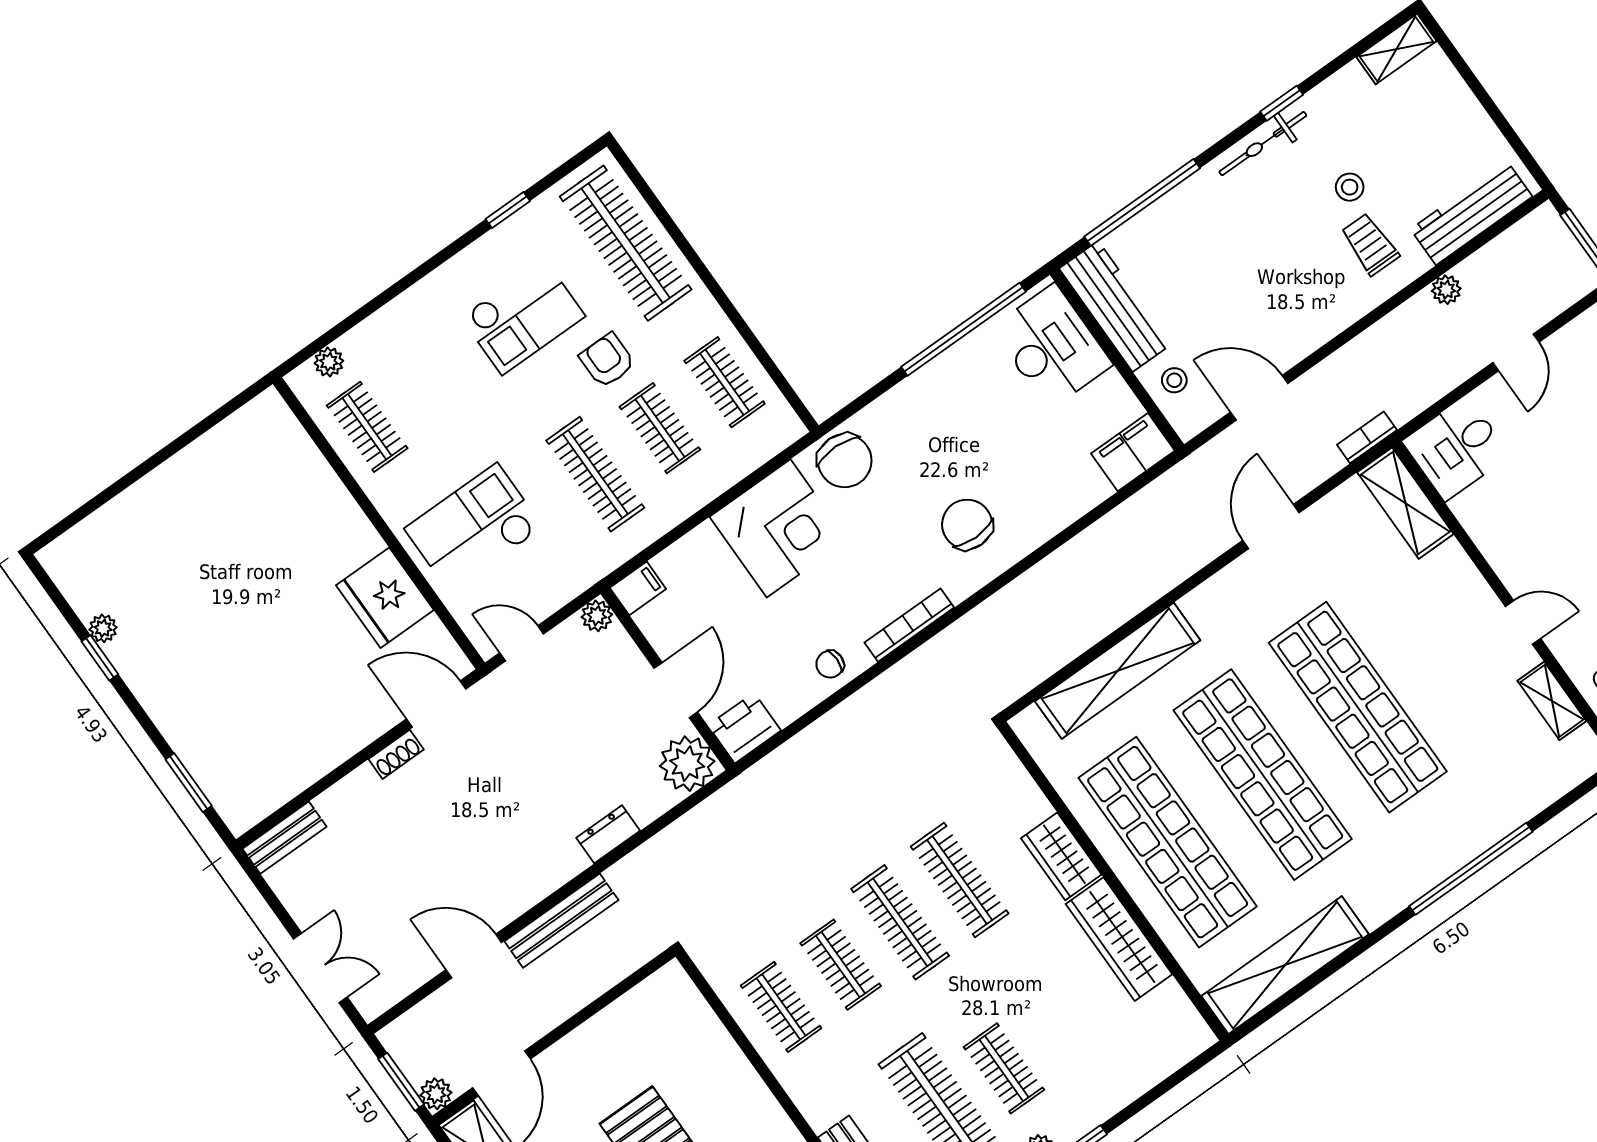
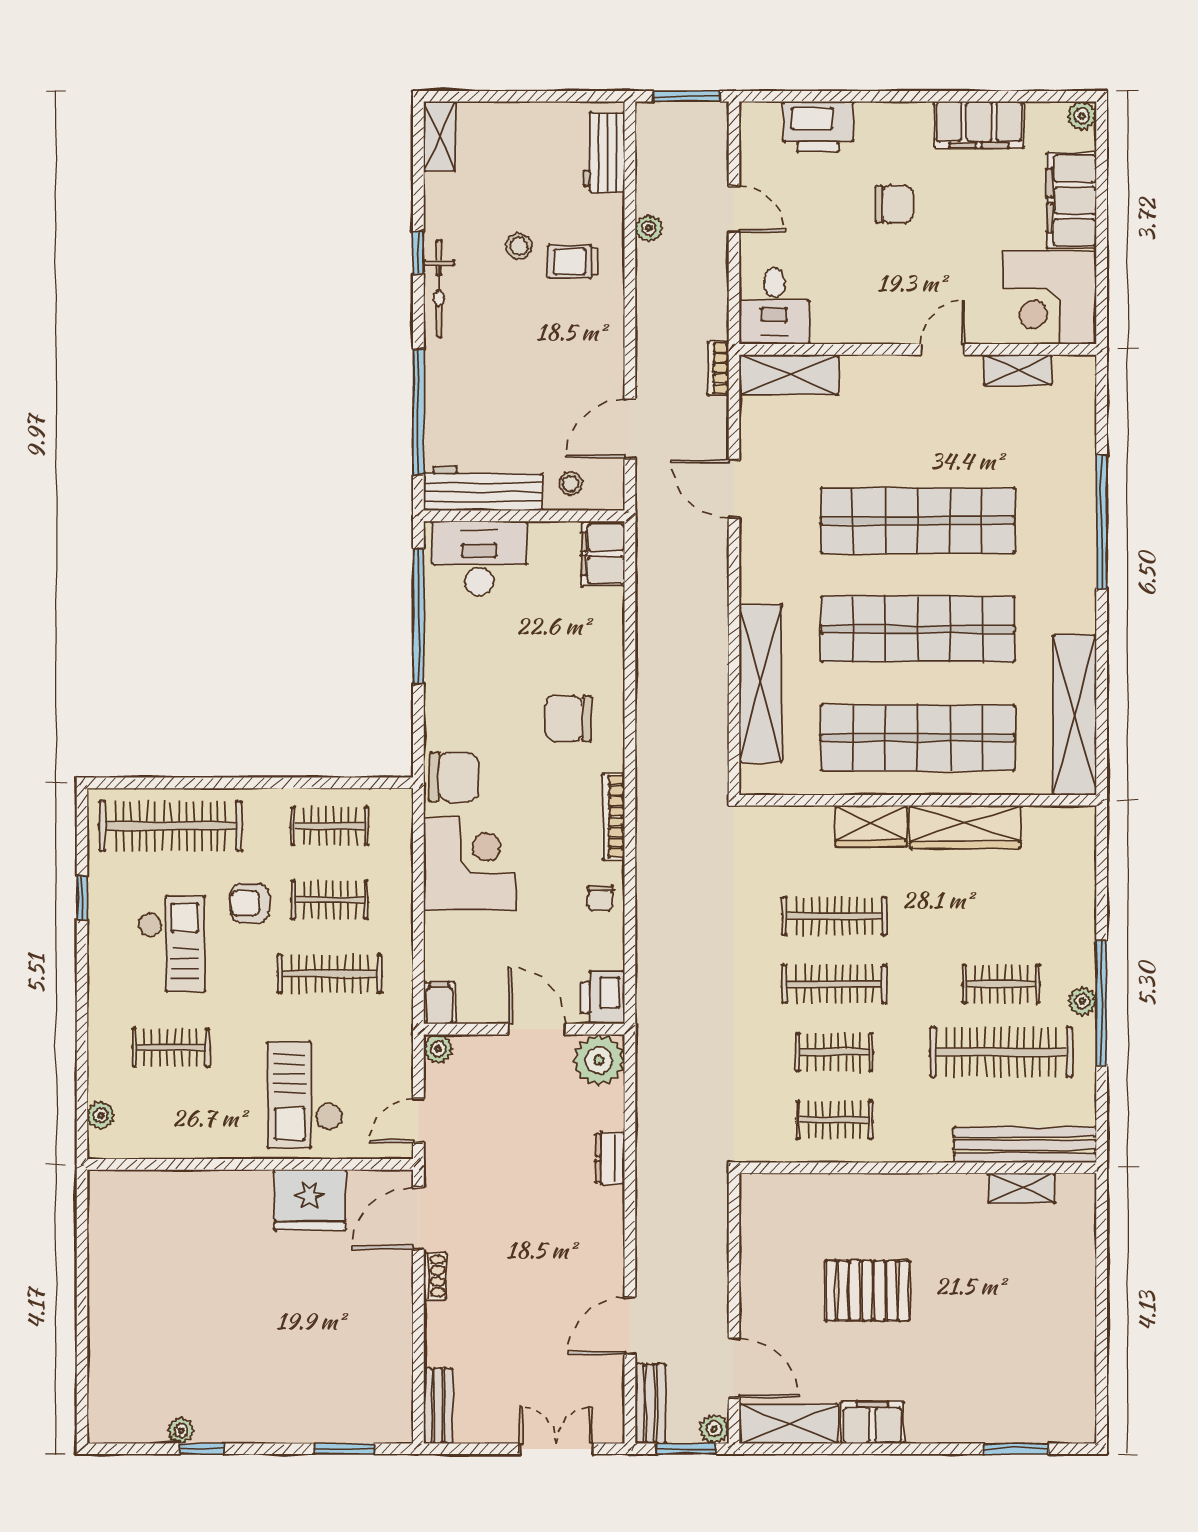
workbench: (1471, 213) -> (604, 153), width x0.73
clothes rail: (367, 427) -> (171, 1048), moved
bench: (561, 921) -> (650, 1404), moved, width x0.73

